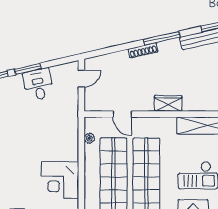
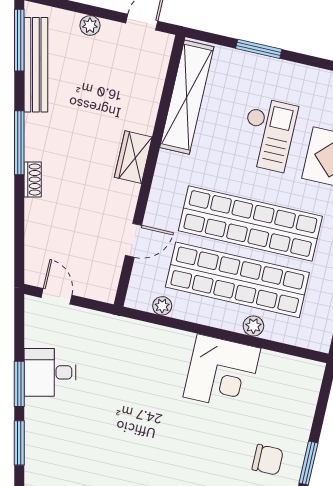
shoe rack: (143, 50) -> (33, 180), width x0.70
plant: (90, 192) -> (253, 326), added

